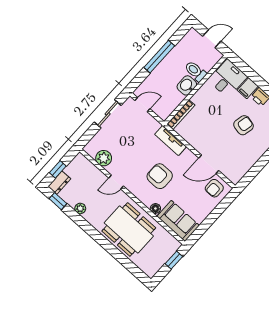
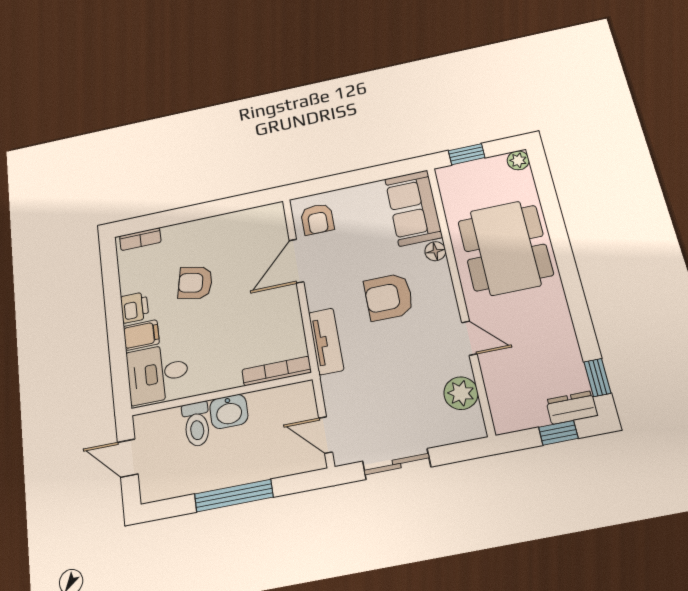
door: (209, 164) -> (296, 261), swing flipped
armchair: (160, 176) -> (389, 297), turned 90
armchair: (214, 188) -> (317, 219), turned 90
plant: (80, 208) -> (518, 160), moved

